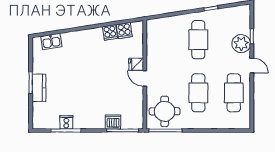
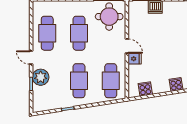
cooker: (110, 32) -> (176, 84), moved
cafe table: (163, 40) -> (111, 81), added

